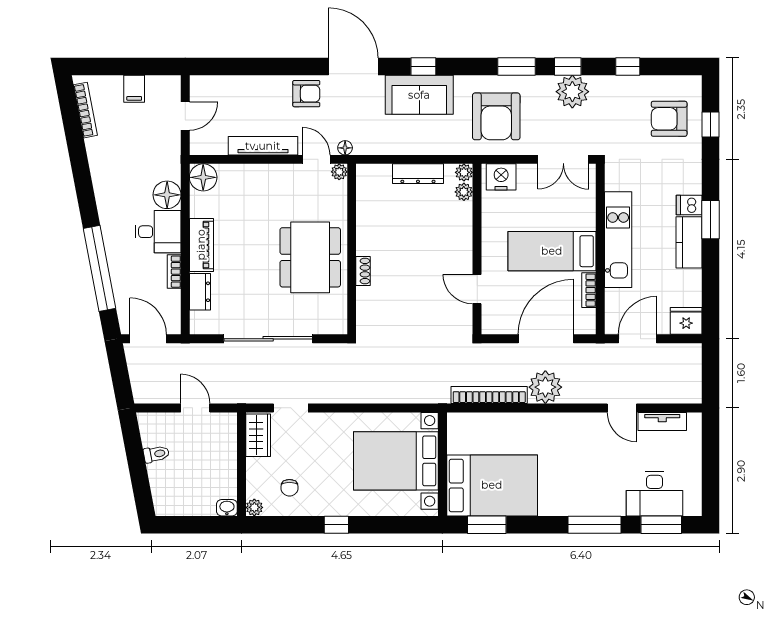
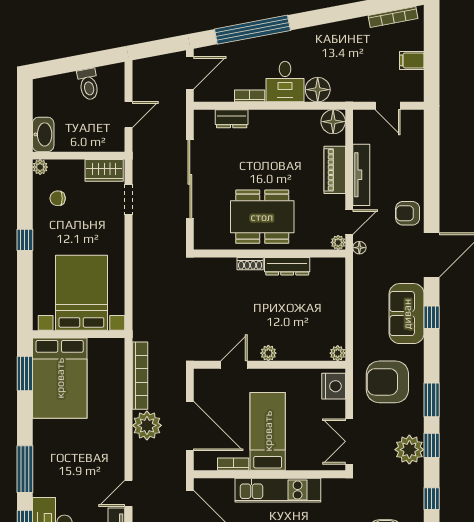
armchair: (306, 94) -> (408, 213), turned 90
dresser: (418, 174) -> (287, 266), moved, turned -90
plant: (464, 192) -> (268, 353), moved
piano: (201, 245) -> (335, 170), moved, turned 90
toilet: (156, 454) -> (88, 84), width x1.37, depth x1.39
washbasin: (227, 508) -> (43, 134), width x1.91, depth x1.45

